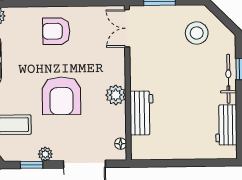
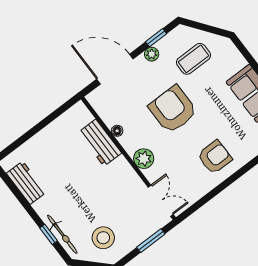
bicycle: (228, 79) -> (62, 234), moved
plant: (116, 95) -> (144, 159), moved
floor lamp: (121, 144) -> (117, 131), moved

